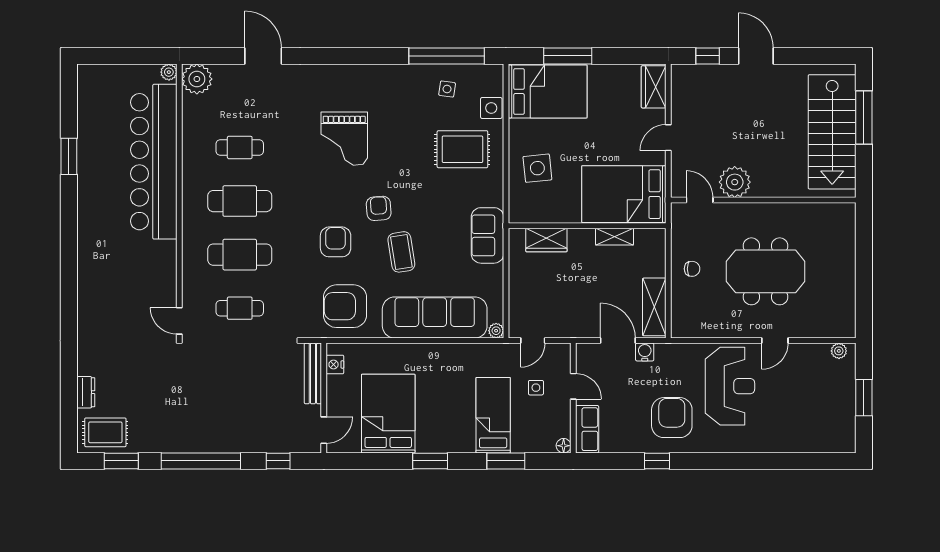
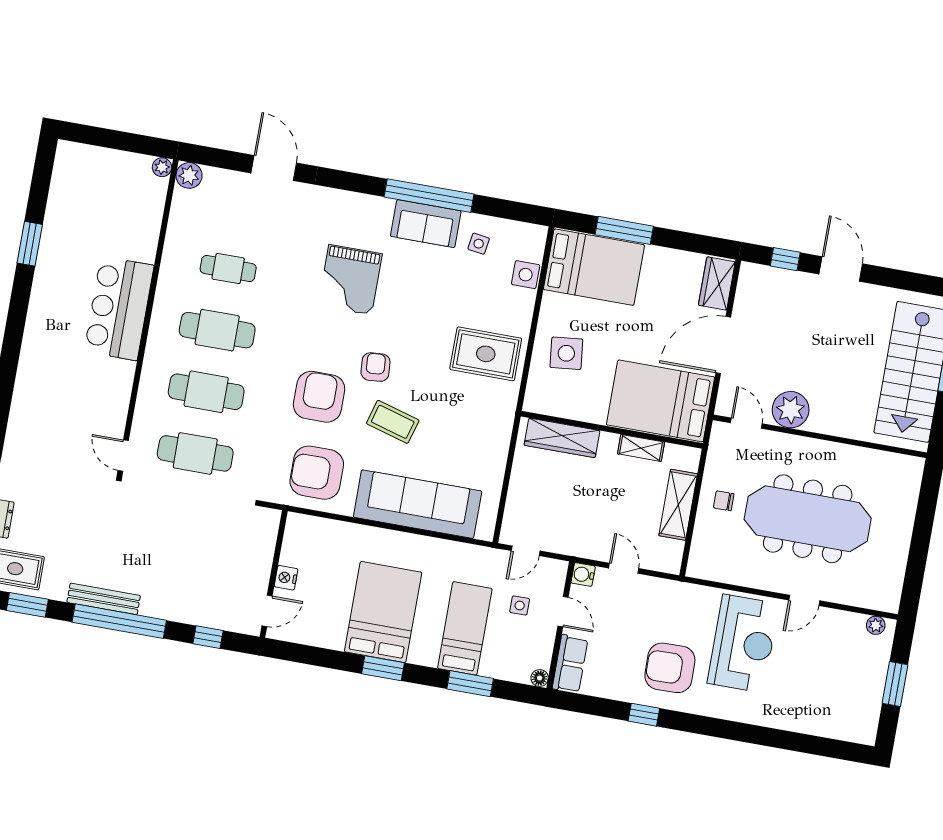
window: (447, 56) -> (429, 196), moved
plant: (197, 79) -> (189, 175), width x0.73, depth x0.73
door: (668, 138) -> (723, 345), width x1.87
rug: (462, 149) -> (486, 354), moved
bar counter: (154, 162) -> (119, 308), width x0.54
sofa: (487, 235) -> (426, 224), moved, turned -90
wardrobe: (546, 240) -> (562, 438), width x1.50
armchair: (336, 242) -> (319, 397), width x1.36, depth x1.36
coffee table: (401, 252) -> (393, 422), turned -65
chair: (692, 269) -> (724, 501), turned 180
meeting table: (766, 271) -> (808, 519), width x1.36
shelving: (654, 307) -> (678, 505), moved
cafe table: (240, 308) -> (195, 453), width x1.37, depth x1.35
plant: (496, 331) -> (485, 532), removed
door: (618, 341) -> (624, 568), width x0.73
water cooler: (645, 352) -> (583, 575), moved, turned -90
nightstand: (335, 365) -> (286, 578), moved
bench: (313, 373) -> (104, 599), moved, turned 90
bed: (388, 414) -> (383, 612), moved
armchair: (672, 418) -> (670, 668), turned -91

